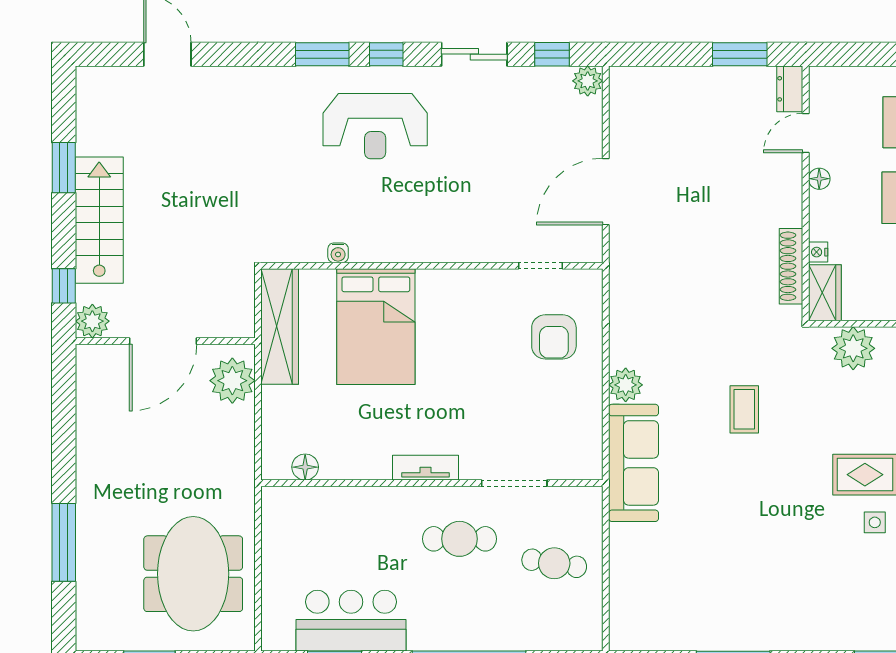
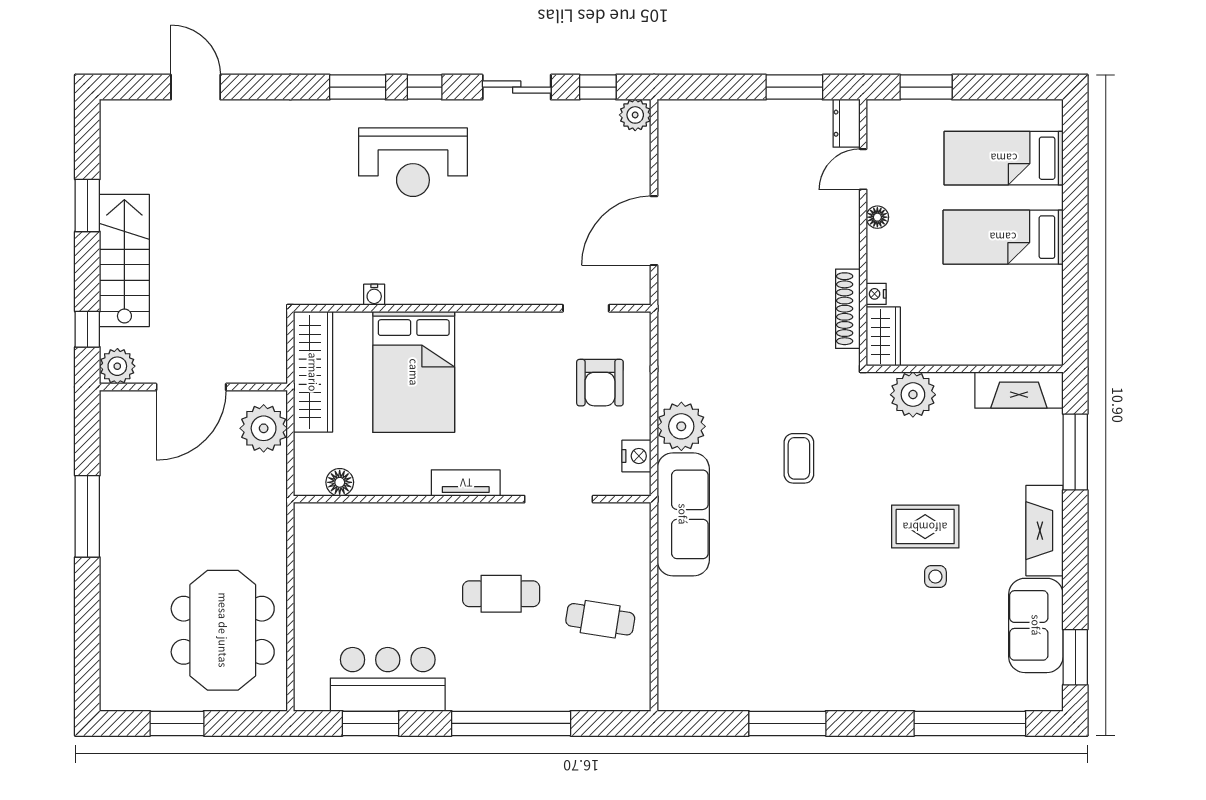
window: (866, 54) -> (926, 87), added
plant: (626, 385) -> (681, 426), width x1.36, depth x1.36
nightstand: (589, 407) -> (636, 456), added
floor lamp: (305, 467) -> (340, 482), moved
tv unit: (426, 468) -> (466, 483), moved
wall: (432, 483) -> (472, 499), moved
doorway: (514, 483) -> (559, 499), moved
window: (64, 542) -> (87, 516), moved

